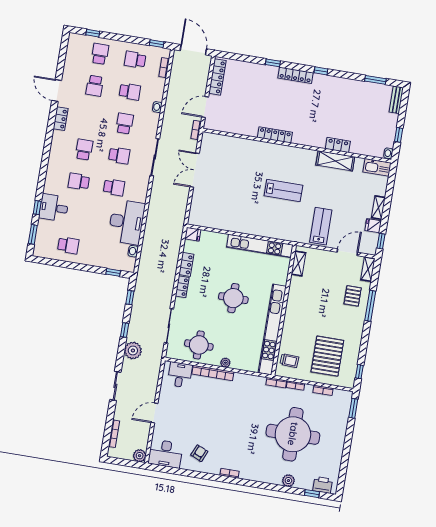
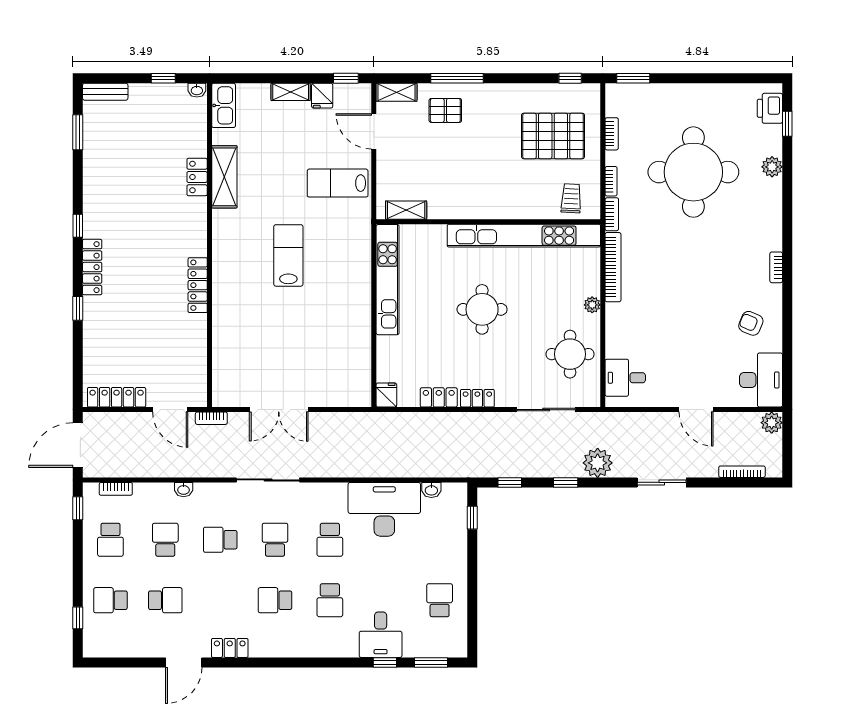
school desk: (114, 187) -> (330, 540), turned 180
bookcase: (213, 373) -> (613, 267), moved

